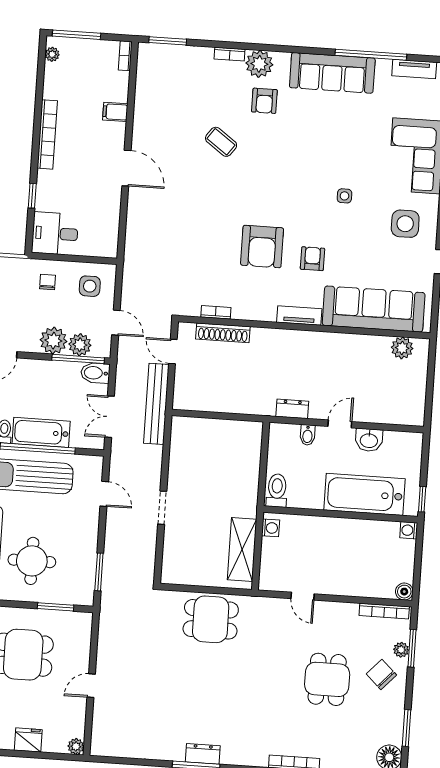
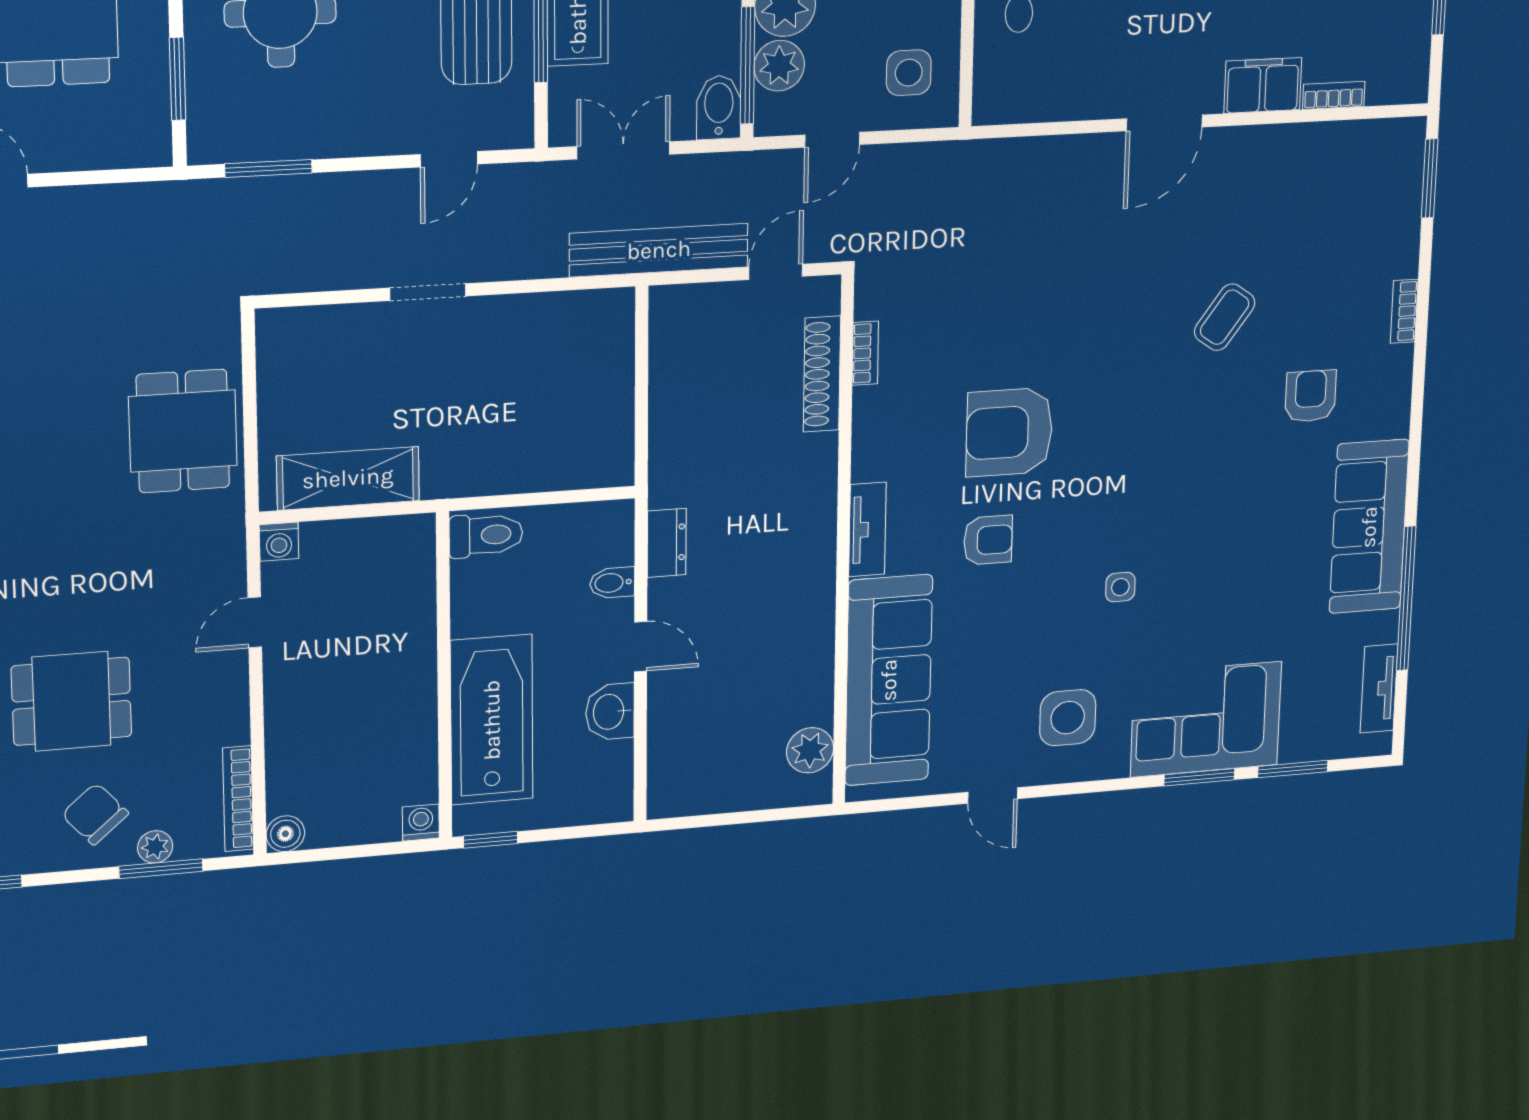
bookcase: (125, 56) -> (1334, 95), moved
plant: (259, 64) -> (1385, 375), removed
armchair: (264, 101) -> (1311, 396), turned 90
filing cabinet: (115, 112) -> (1263, 85), width x2.00
washing machine: (271, 528) -> (279, 542), moved
chair: (381, 675) -> (95, 814), turned -84

